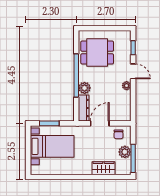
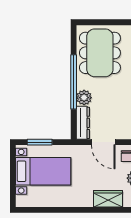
dining table: (97, 52) -> (100, 53), width x1.38
door: (100, 123) -> (103, 142), swing flipped

